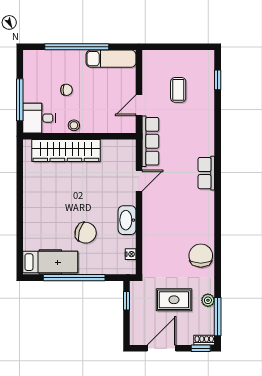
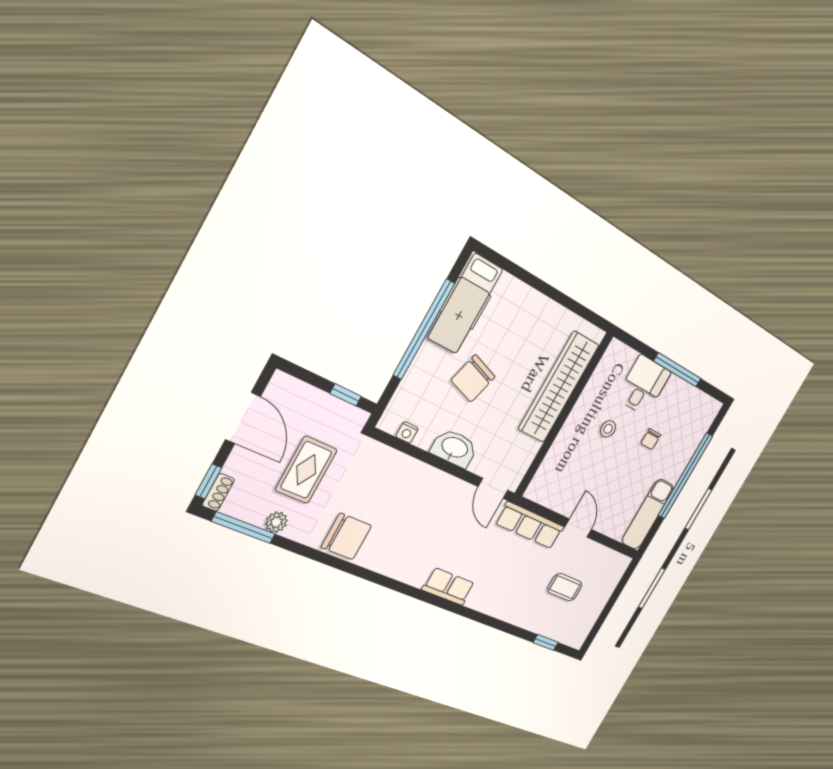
wall: (79, 136) -> (564, 415), moved
wardrobe: (66, 150) -> (559, 387), moved

